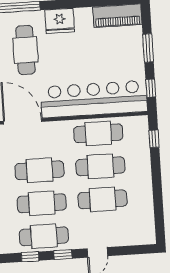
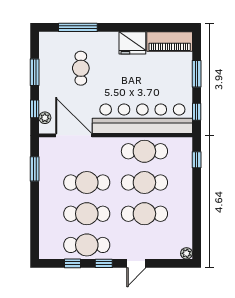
fridge: (60, 21) -> (132, 43), moved
cafe table: (25, 50) -> (81, 68), width x0.73, depth x0.74
plant: (150, 238) -> (186, 253), added

